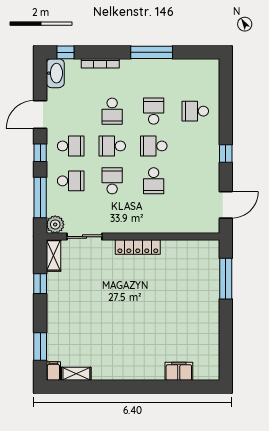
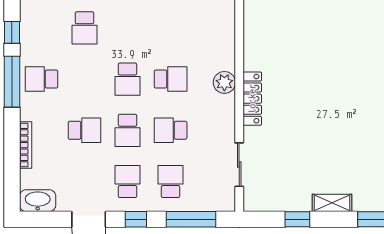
window: (65, 52) -> (12, 32), moved
school desk: (154, 111) -> (42, 79), moved
plant: (55, 224) -> (224, 82), moved
shelving: (53, 255) -> (332, 203), moved

